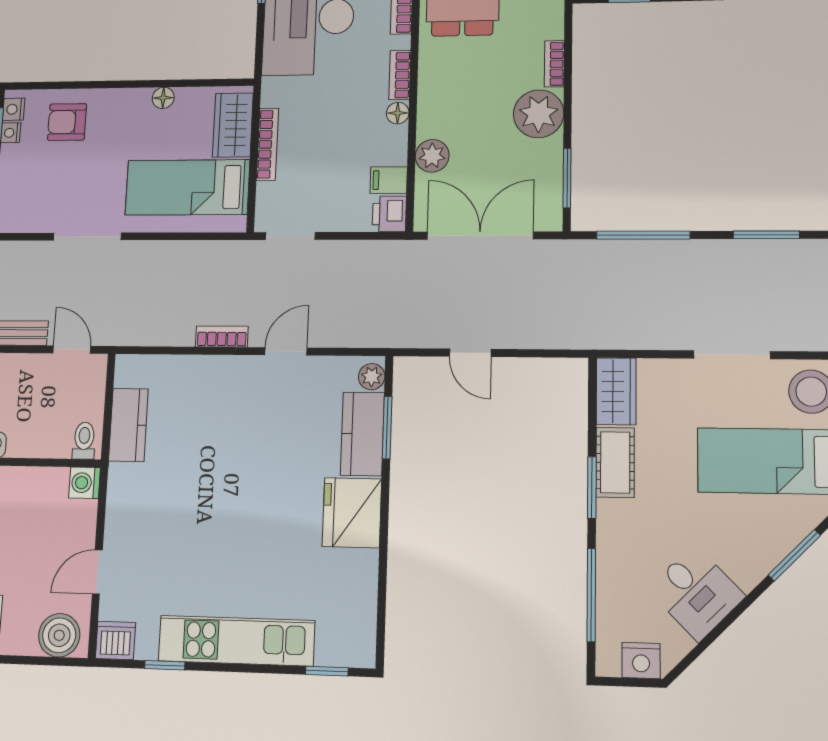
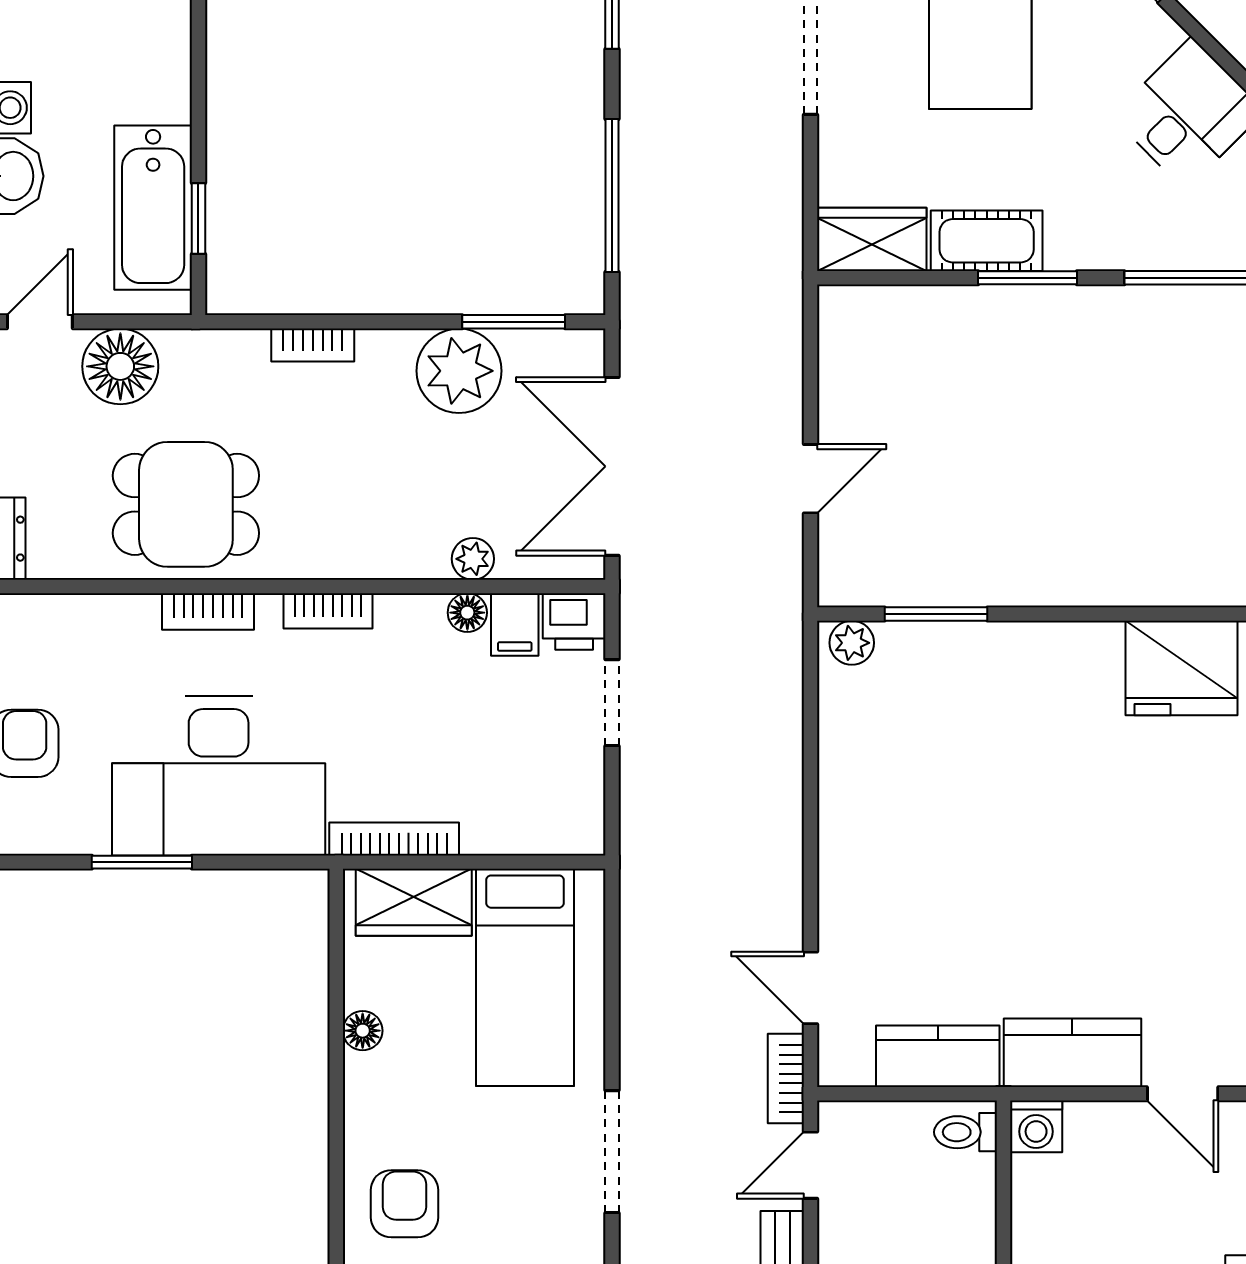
floor lamp: (398, 113) -> (467, 613), moved
plant: (539, 114) -> (459, 371), moved
armchair: (67, 122) -> (404, 1204), turned 180
bookcase: (267, 144) -> (394, 839), moved
plant: (432, 156) -> (473, 559), width x0.73, depth x0.73
doorway: (290, 236) -> (612, 703), moved
bookcase: (222, 336) -> (786, 1079), moved
door: (286, 351) -> (810, 988), moved
kitchen counter: (362, 434) -> (1072, 1053), moved, turned 180
fridge: (352, 513) -> (1182, 668), moved

